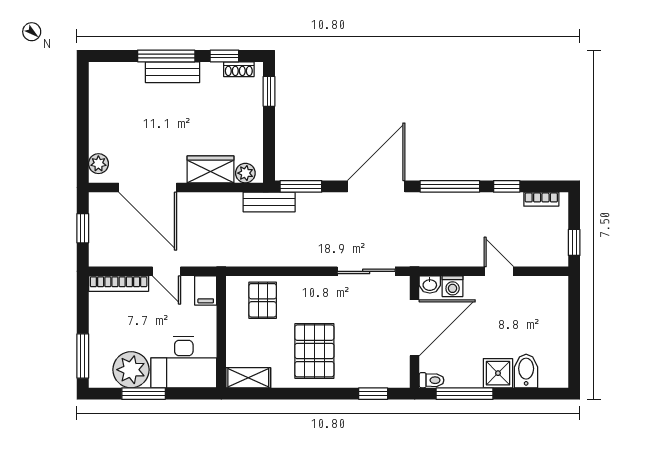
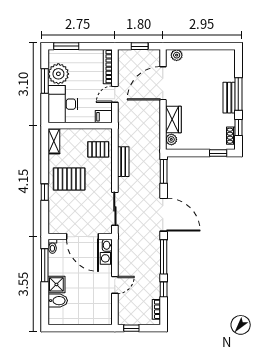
bench: (269, 202) -> (123, 162), moved
window: (373, 394) -> (45, 192), moved

